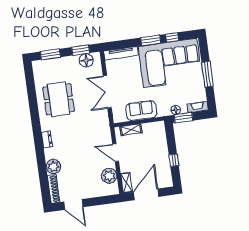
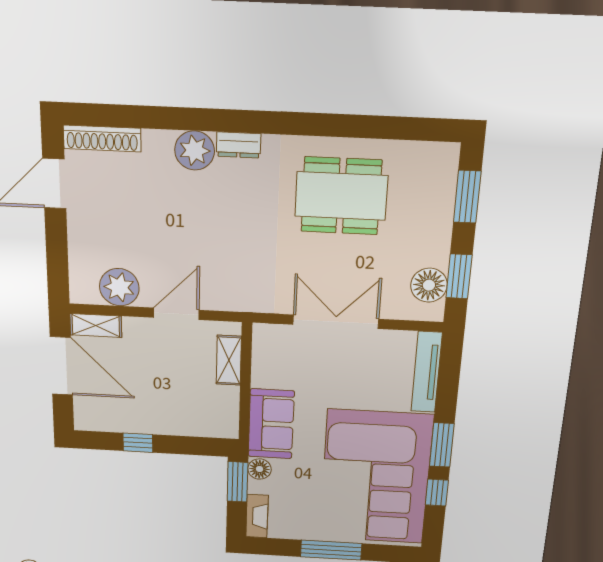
sofa: (141, 111) -> (271, 424), moved
plant: (53, 166) -> (195, 150), moved

